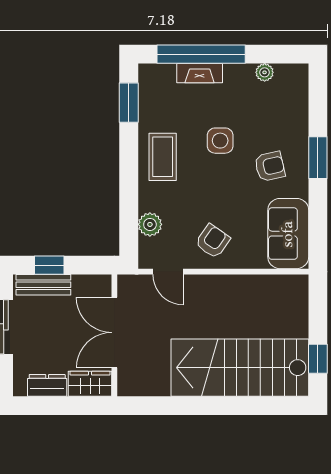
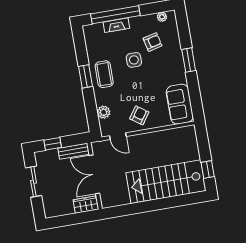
plant: (265, 72) -> (162, 17), moved
window: (129, 103) -> (86, 76), moved
armchair: (270, 166) -> (153, 42), moved
bench: (43, 285) -> (74, 151), moved
dresser: (47, 385) -> (63, 209), removed

